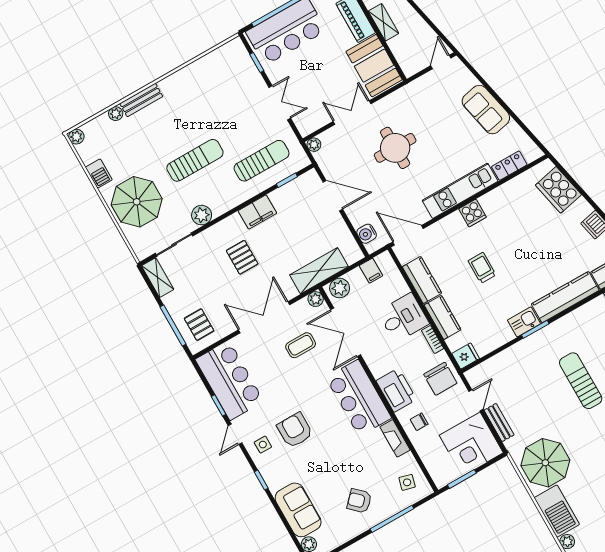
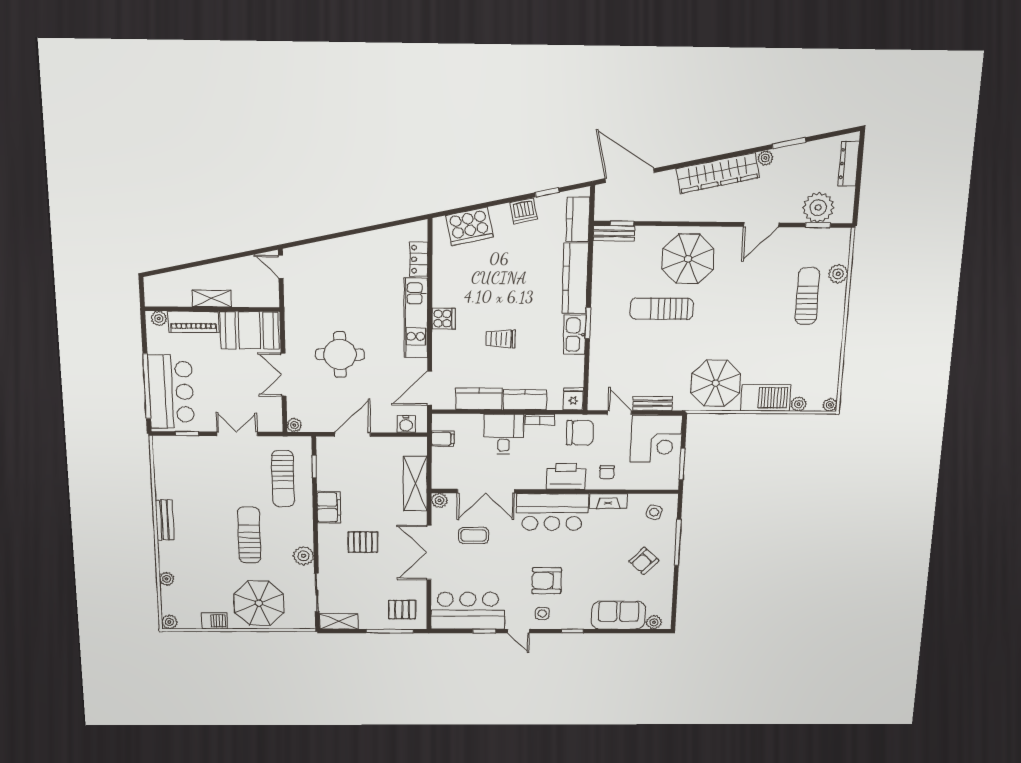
bench: (141, 100) -> (165, 520), moved
sofa: (486, 110) -> (351, 251), removed
sun lounger: (262, 161) -> (283, 479), turned 180
plant: (340, 288) -> (442, 475), removed
kitchen sink: (524, 322) -> (575, 335), width x1.38
coffee table: (301, 345) -> (474, 535), turned 90

